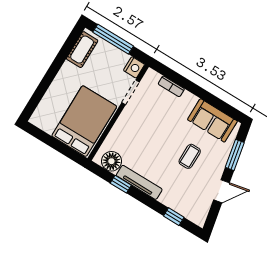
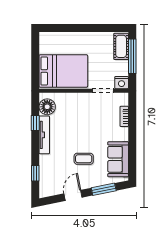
cot: (82, 50) -> (121, 46), moved, turned 90
door: (221, 191) -> (73, 195), swing flipped

